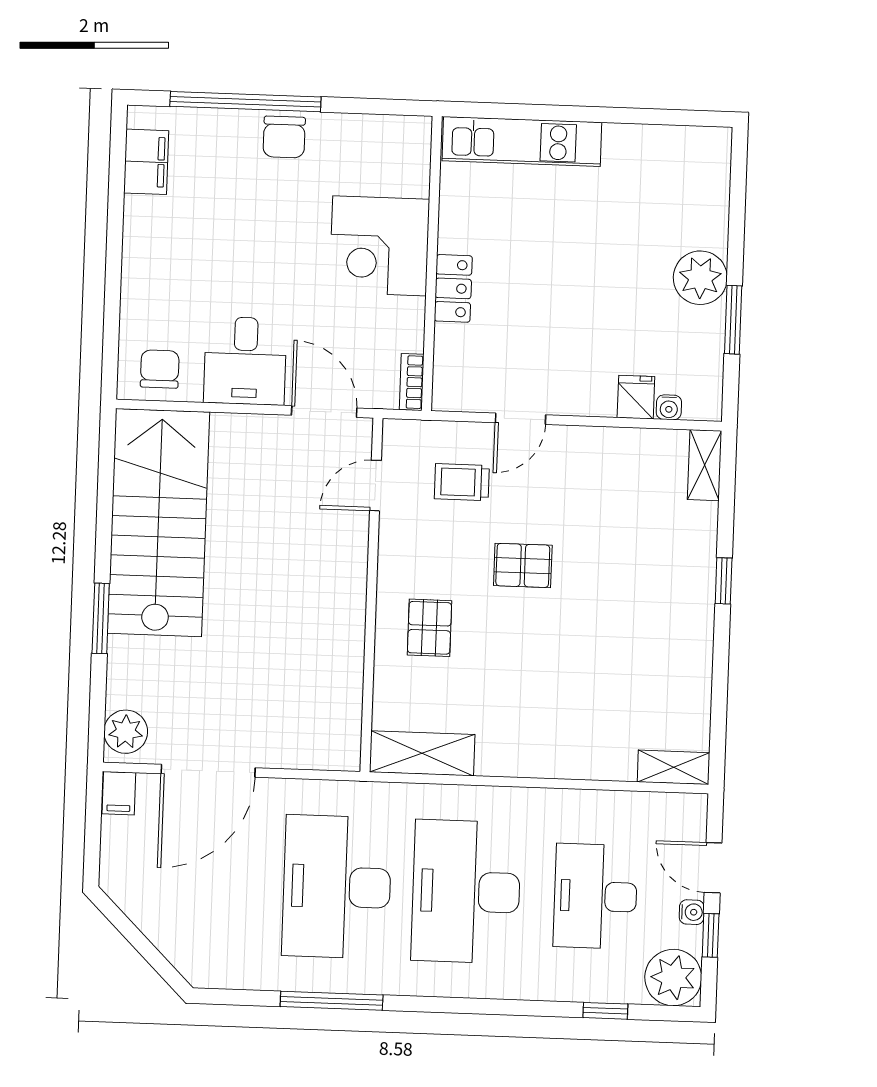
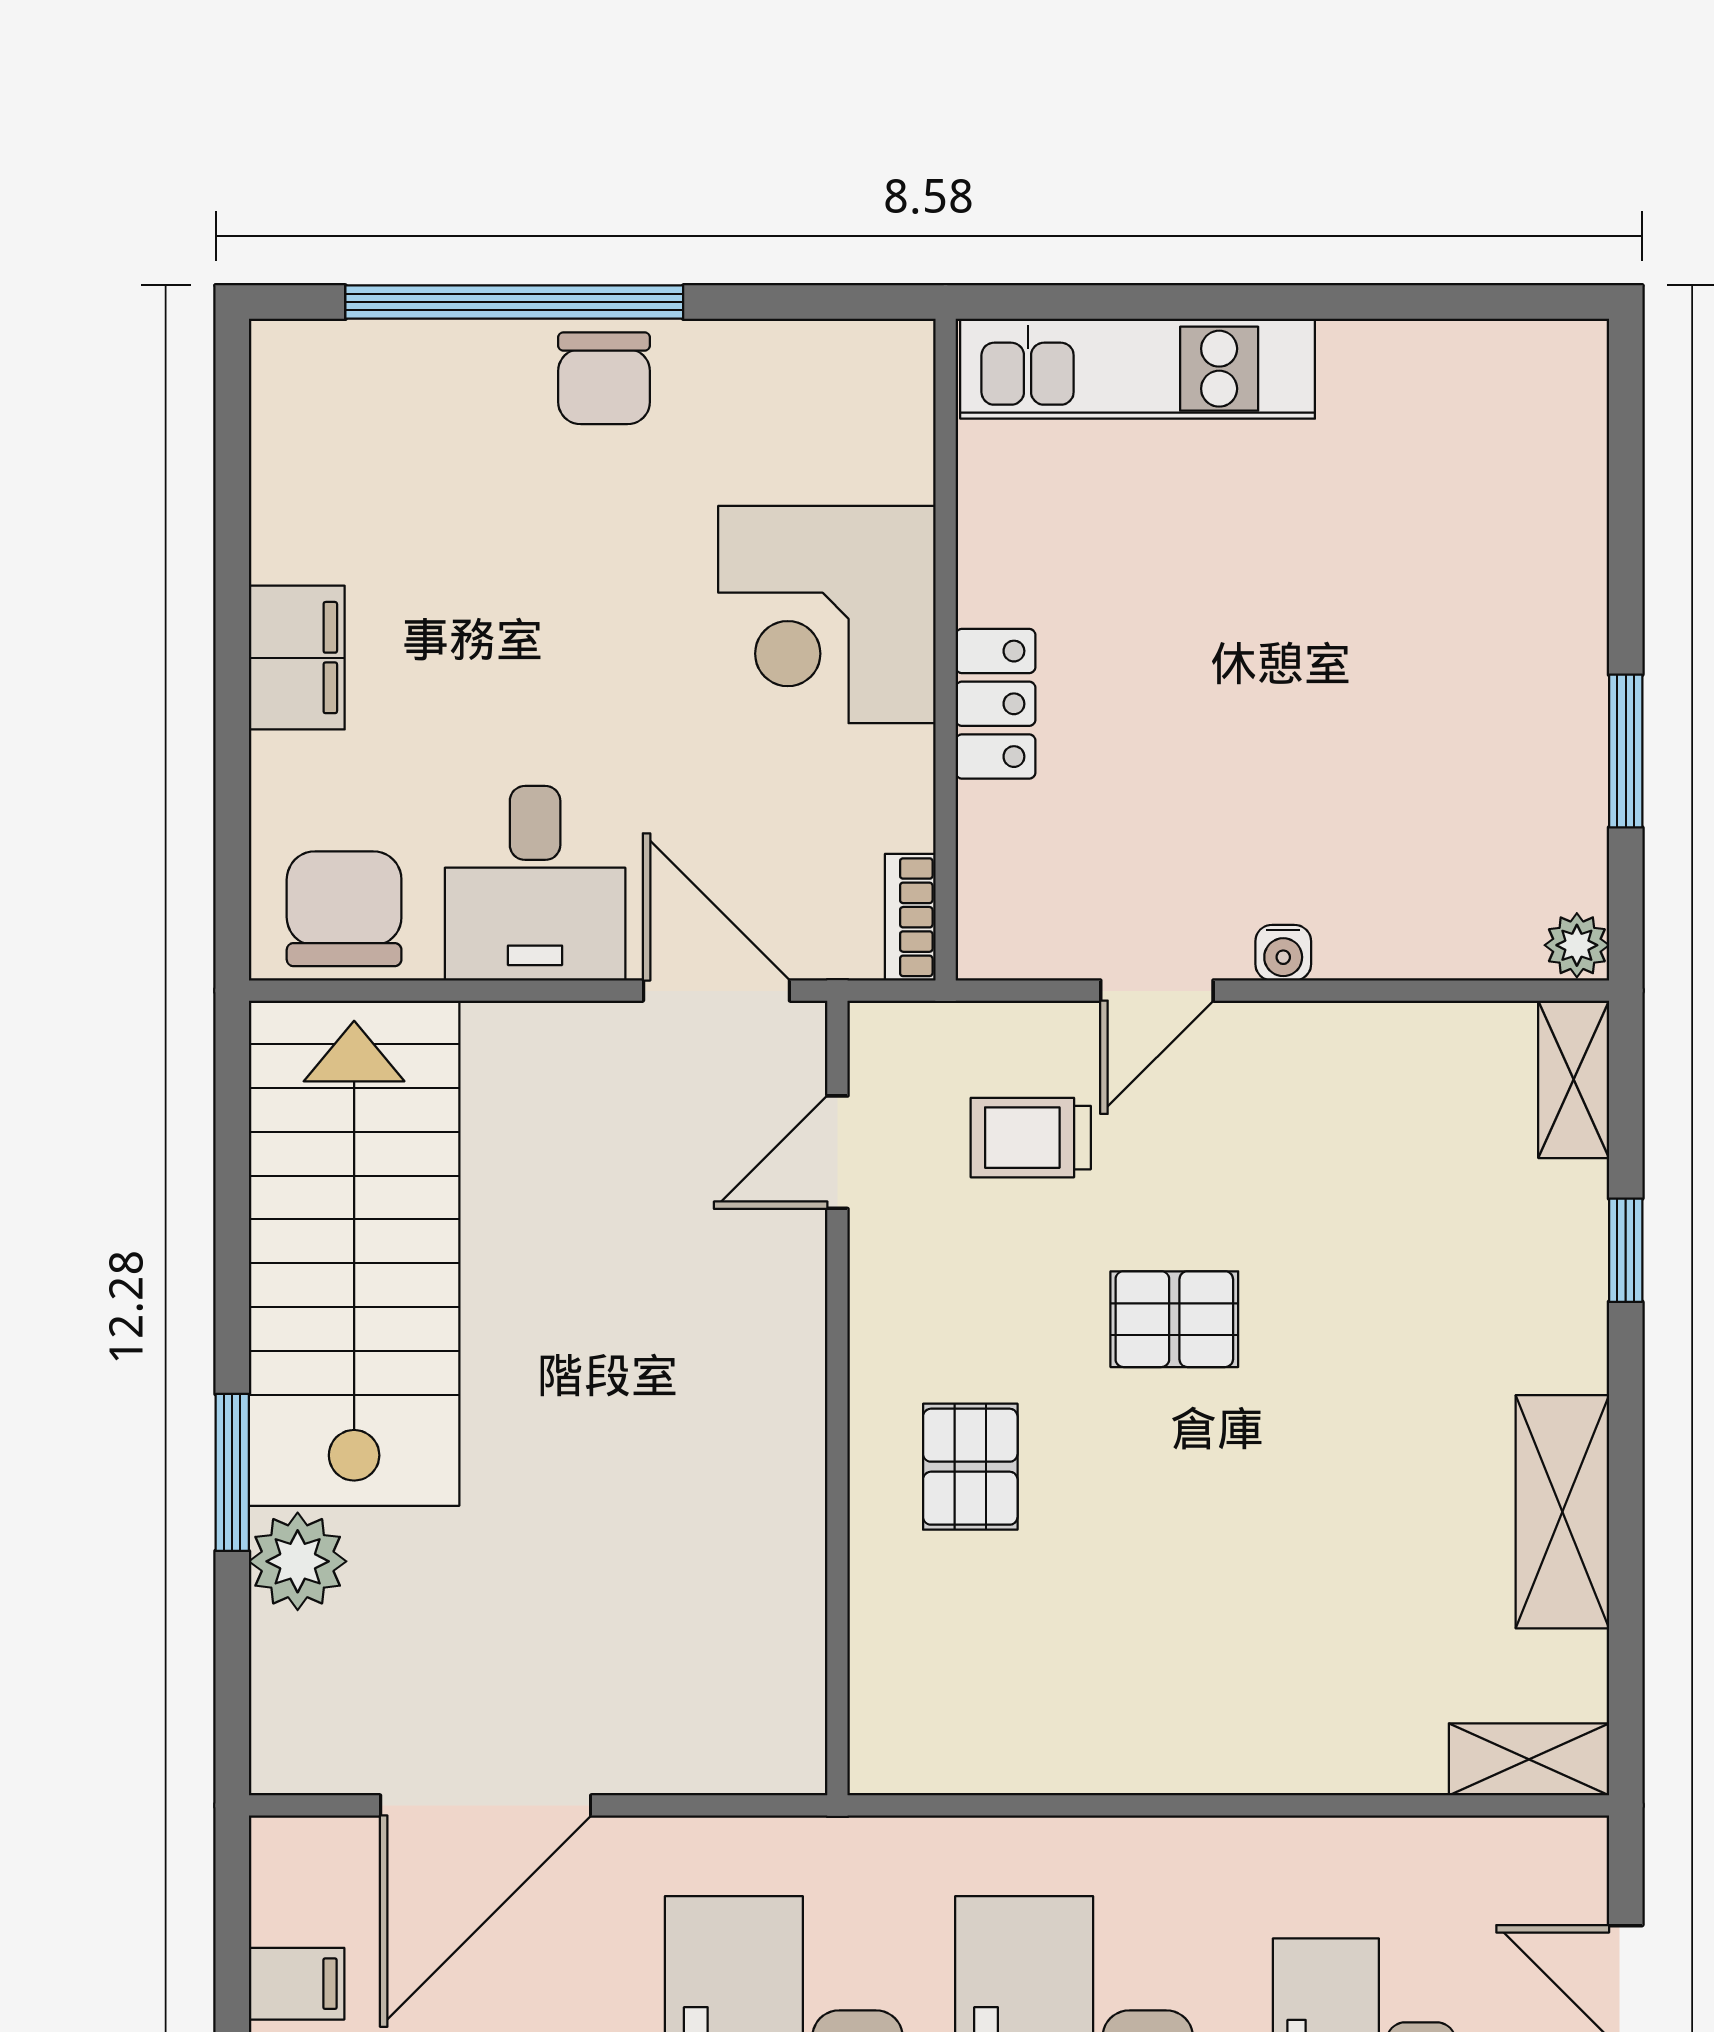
filing cabinet: (146, 162) -> (297, 658), moved
plant: (700, 278) -> (1577, 945), moved, width x0.53, depth x0.53
chair: (160, 369) -> (344, 909), width x1.37, depth x1.37
fridge: (636, 397) -> (1414, 933), removed
water cooler: (669, 407) -> (1283, 953), moved
window: (724, 581) -> (1626, 1250), moved
plant: (126, 732) -> (298, 1561), moved
shelving: (422, 753) -> (1562, 1512), moved, turned 90
filing cabinet: (119, 793) -> (297, 1984), moved, turned -90

